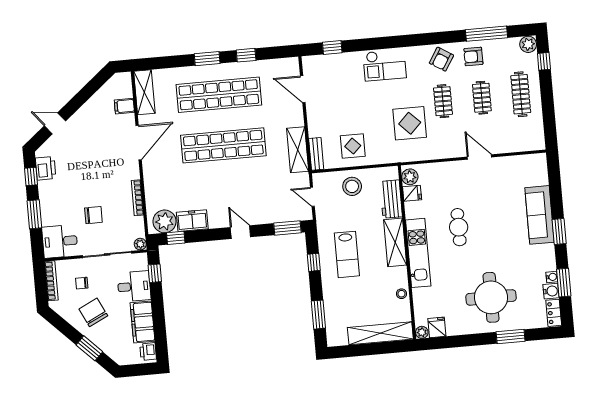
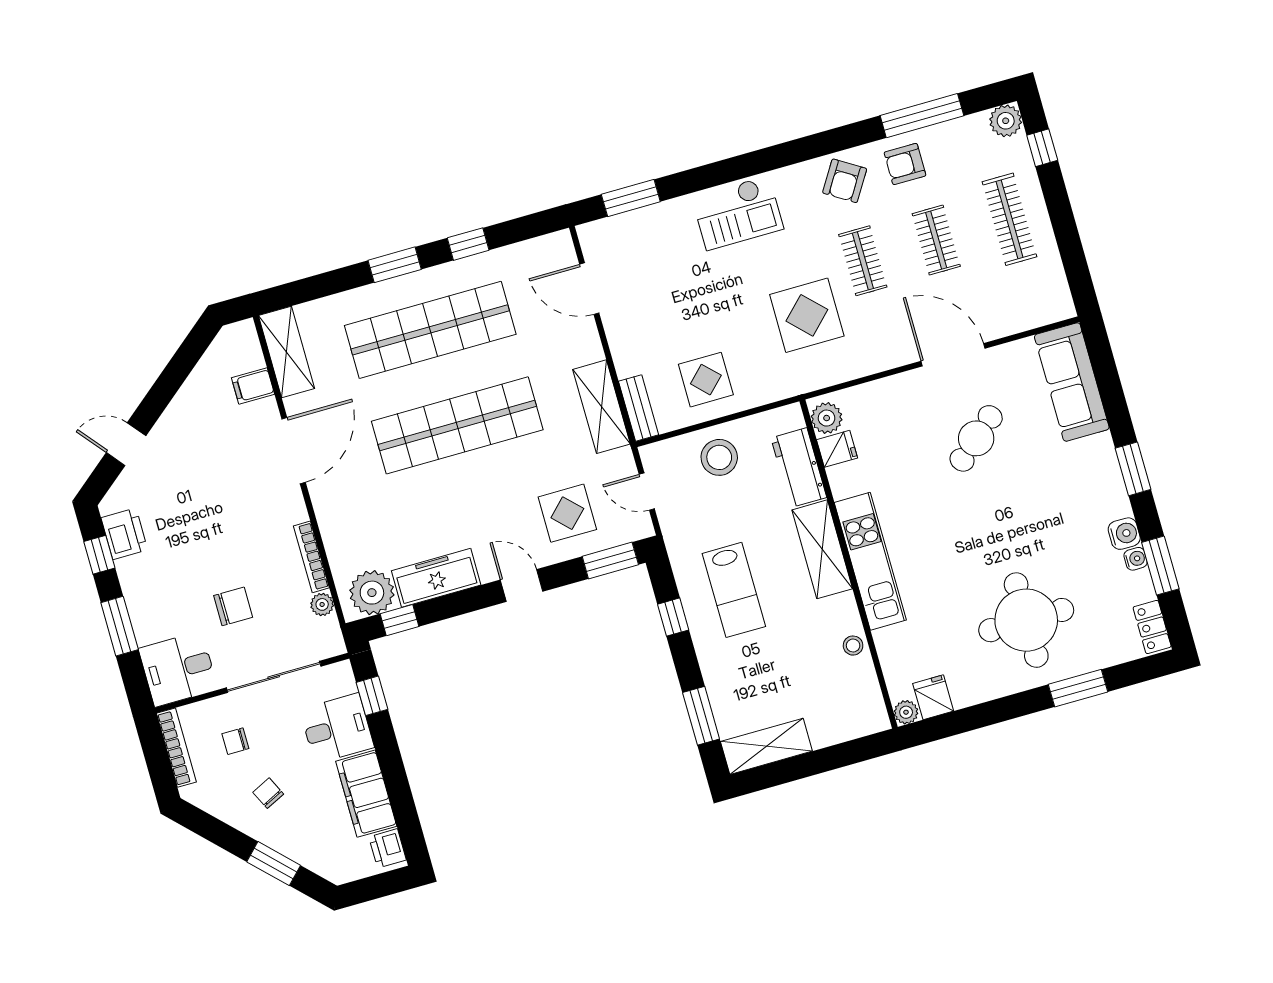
window: (332, 48) -> (631, 198), width x1.50
door: (479, 157) -> (953, 355), width x1.36
display table: (270, 200) -> (567, 513), added
sofa: (540, 215) -> (1072, 382), moved
freezer: (192, 221) -> (436, 578), width x1.40
cafe table: (459, 227) -> (976, 438), moved, turned 49
plant: (140, 244) -> (322, 604), moved
water cooler: (551, 291) -> (1124, 534), moved
chair: (93, 312) -> (268, 793), width x0.54, depth x0.54
shelving: (380, 333) -> (766, 746), moved, width x0.68

